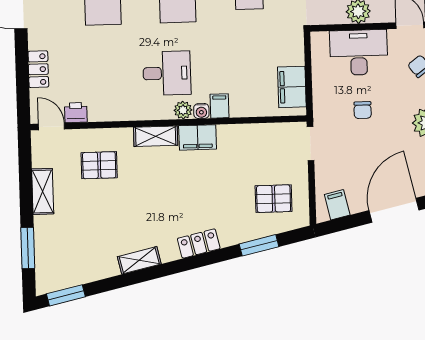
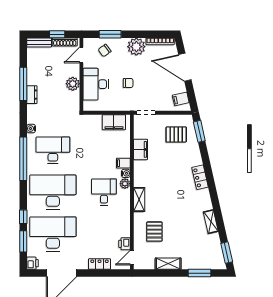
filing cabinet: (198, 137) -> (141, 149), moved
pallet: (274, 199) -> (176, 134), turned 90
window: (259, 245) -> (199, 131), moved
shelving: (139, 260) -> (211, 222), moved

